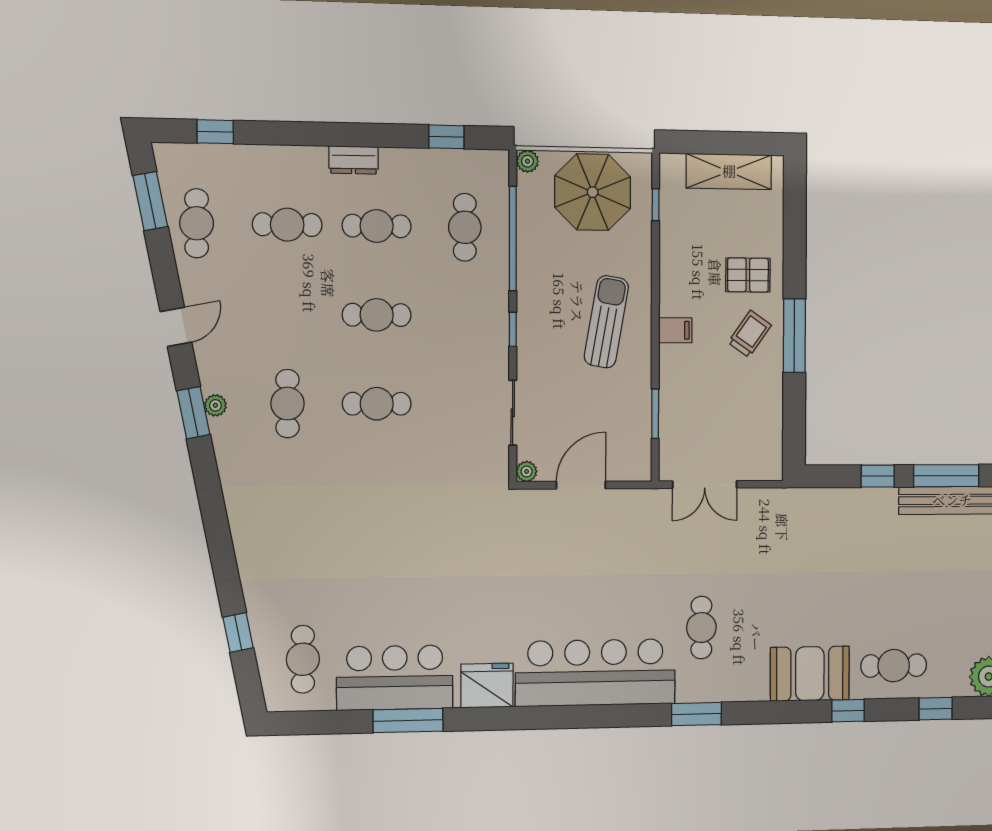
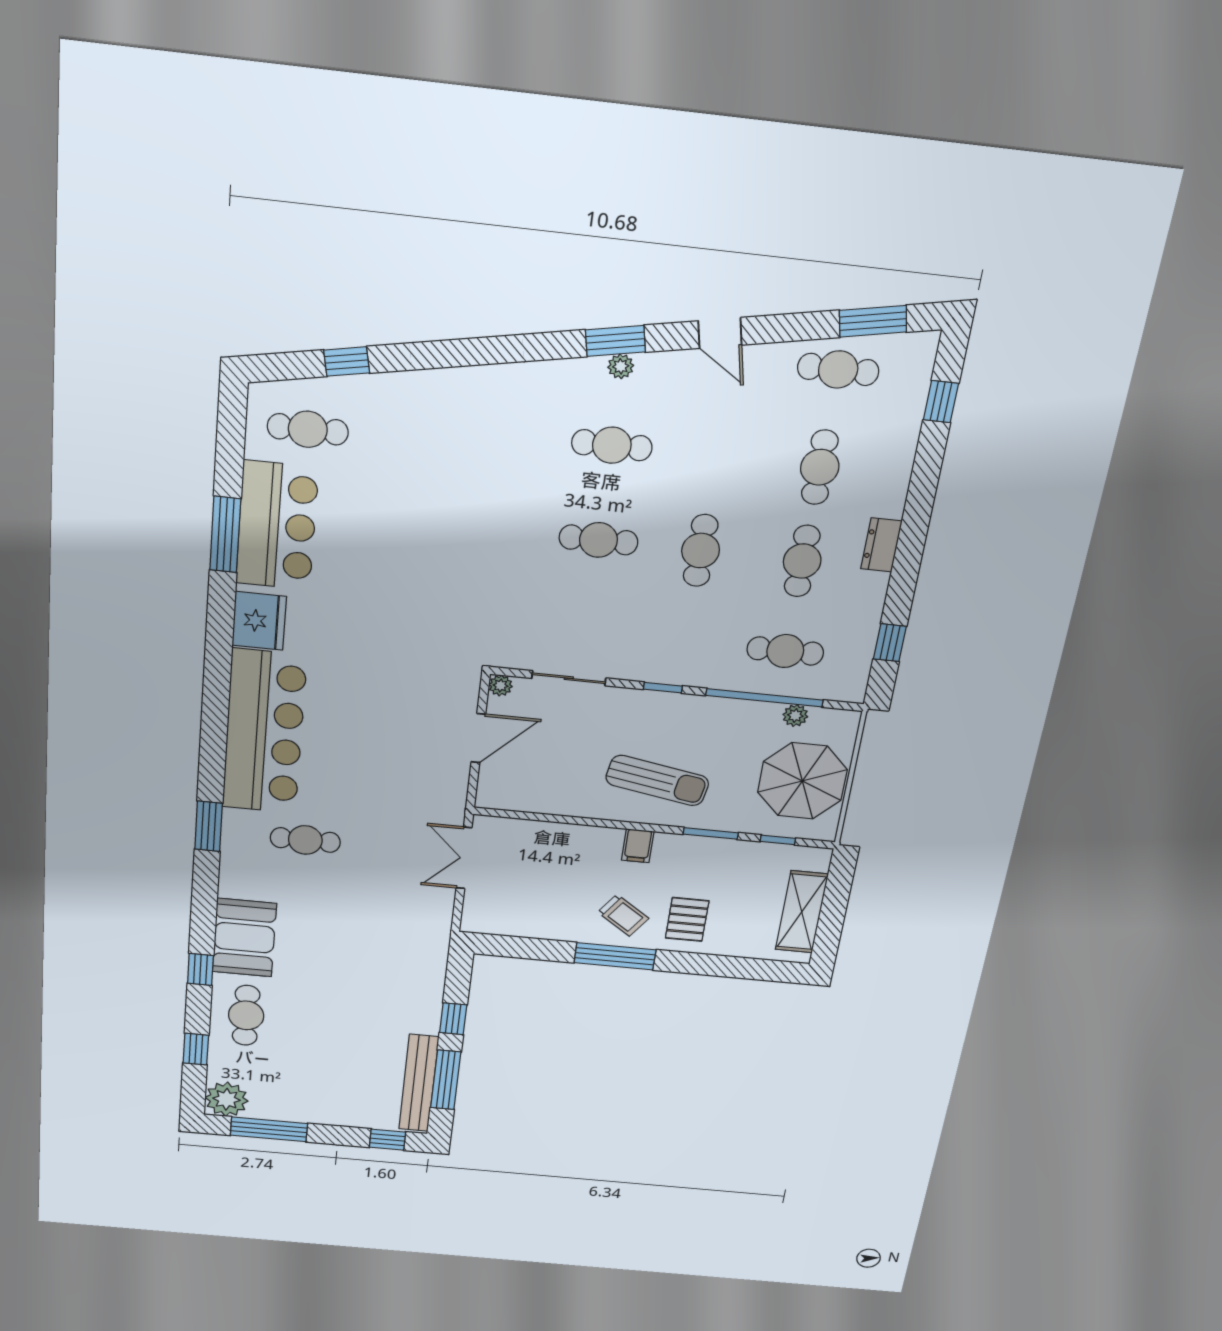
plant: (527, 161) -> (795, 716), moved
cafe table: (377, 404) -> (598, 540), turned 90
window: (655, 414) -> (711, 833), moved
door: (581, 485) -> (478, 738), hinge flipped

